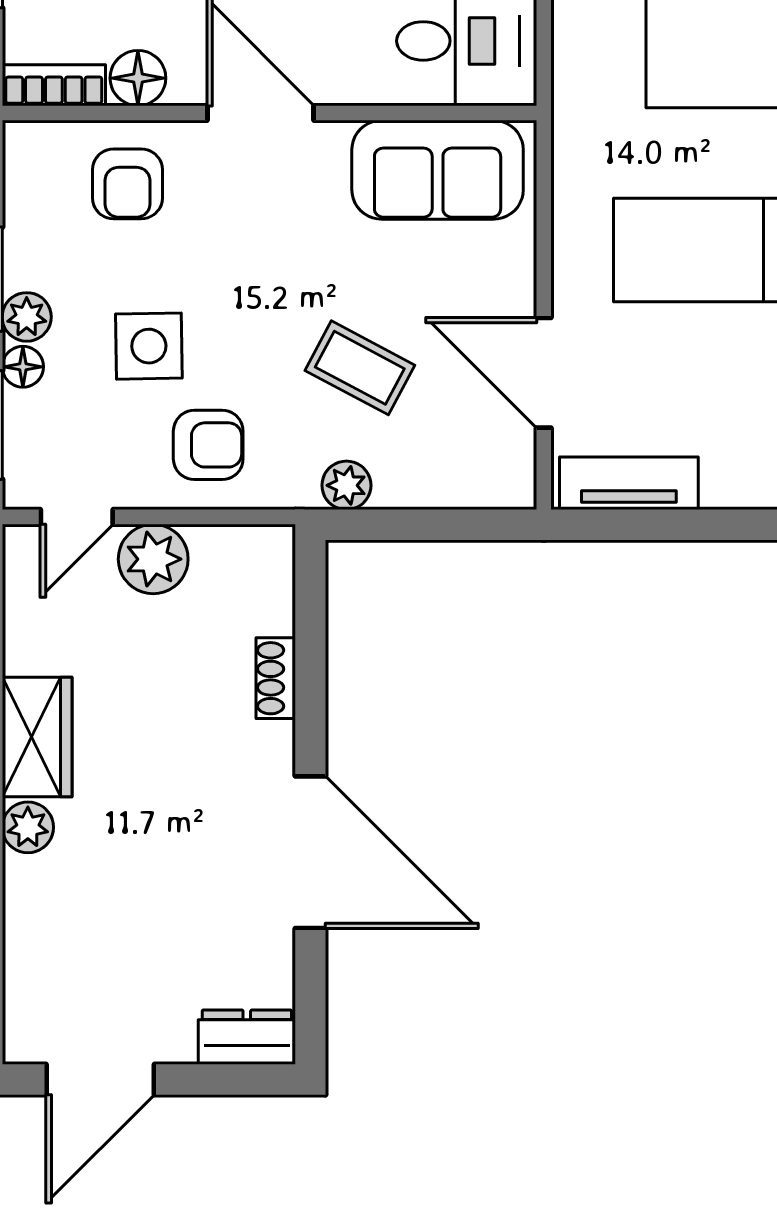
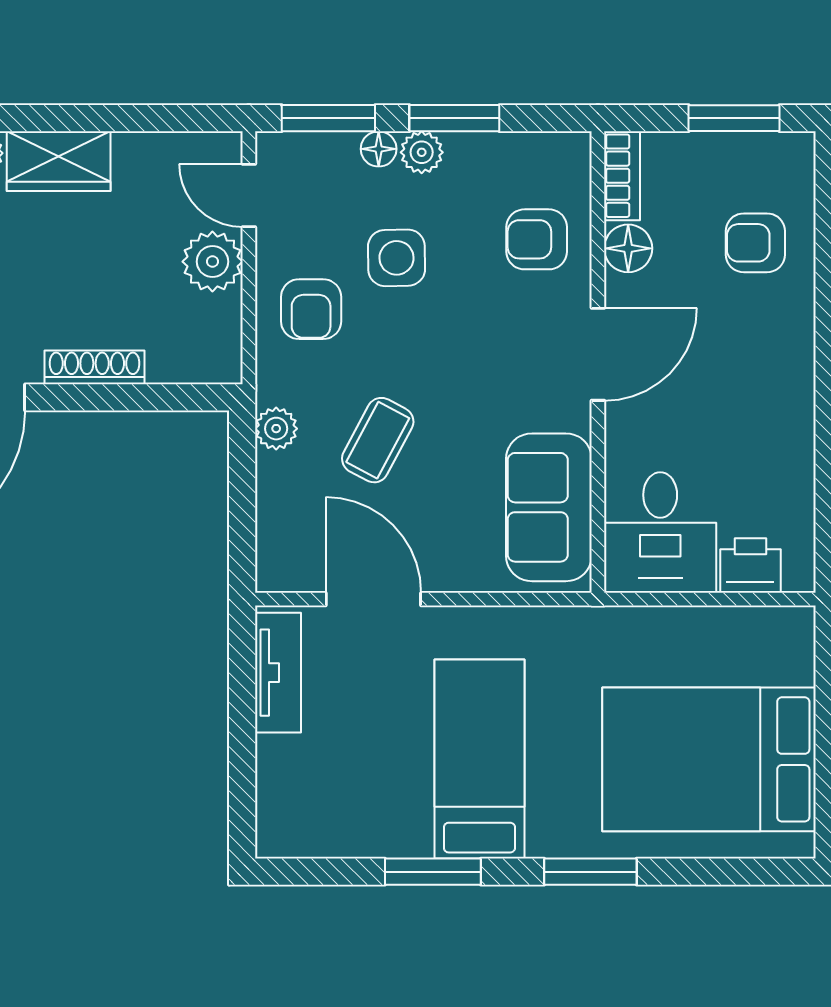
door: (544, 373) -> (373, 599), hinge flipped
shoe rack: (276, 678) -> (95, 367), width x1.43

